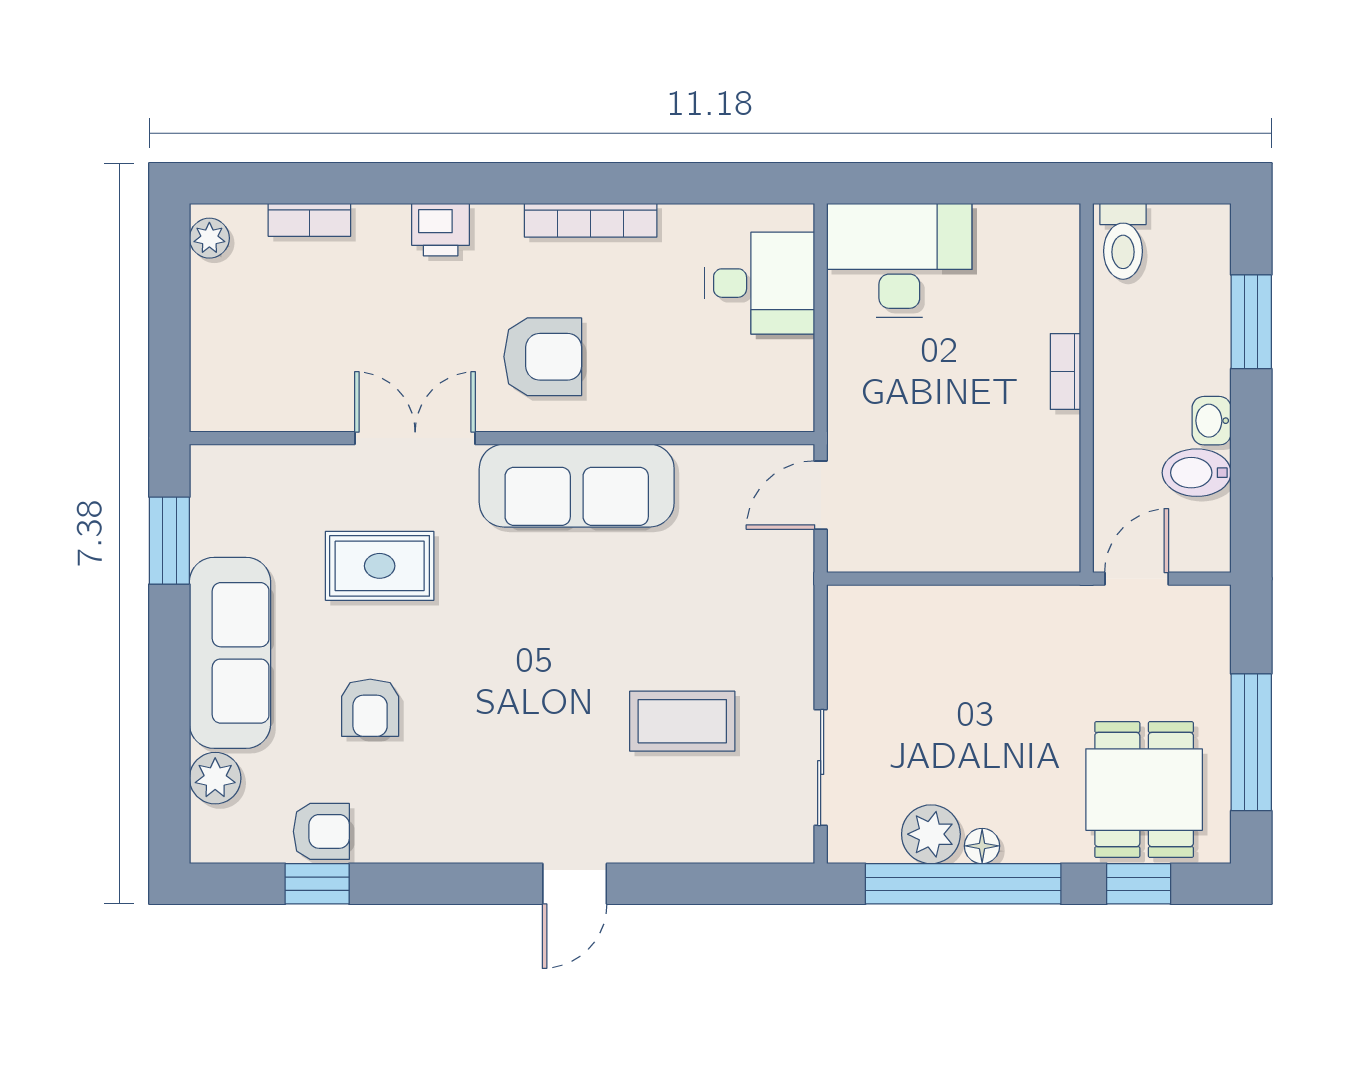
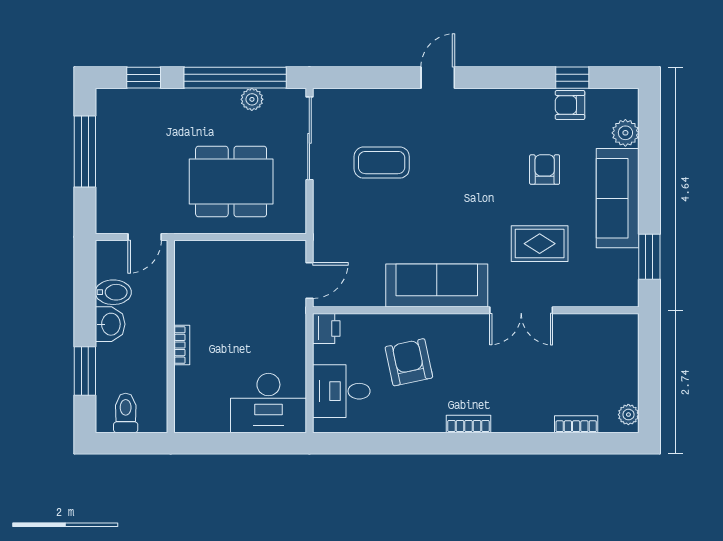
bookcase: (591, 220) -> (468, 424), moved, width x0.64
printer: (441, 230) -> (326, 328), moved, turned 90
toilet: (1123, 241) -> (126, 413), moved
armchair: (543, 357) -> (409, 362), moved, turned 78
washbasin: (1212, 421) -> (110, 324), width x1.38, depth x1.45
sliding door: (821, 768) -> (309, 138), width x1.37
dining table: (1144, 790) -> (231, 182), moved, width x1.38
plant: (931, 834) -> (252, 99), width x0.73, depth x0.73
floor lamp: (982, 846) -> (225, 97), removed

